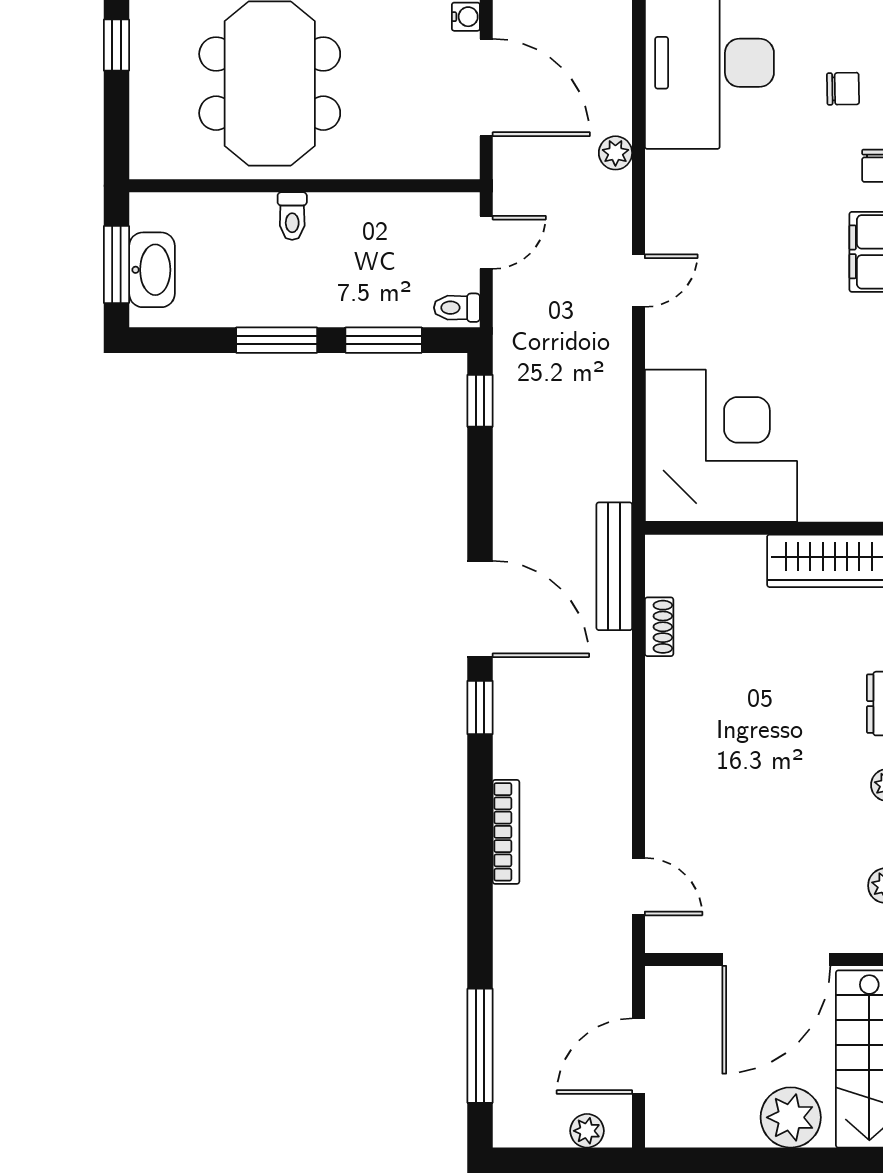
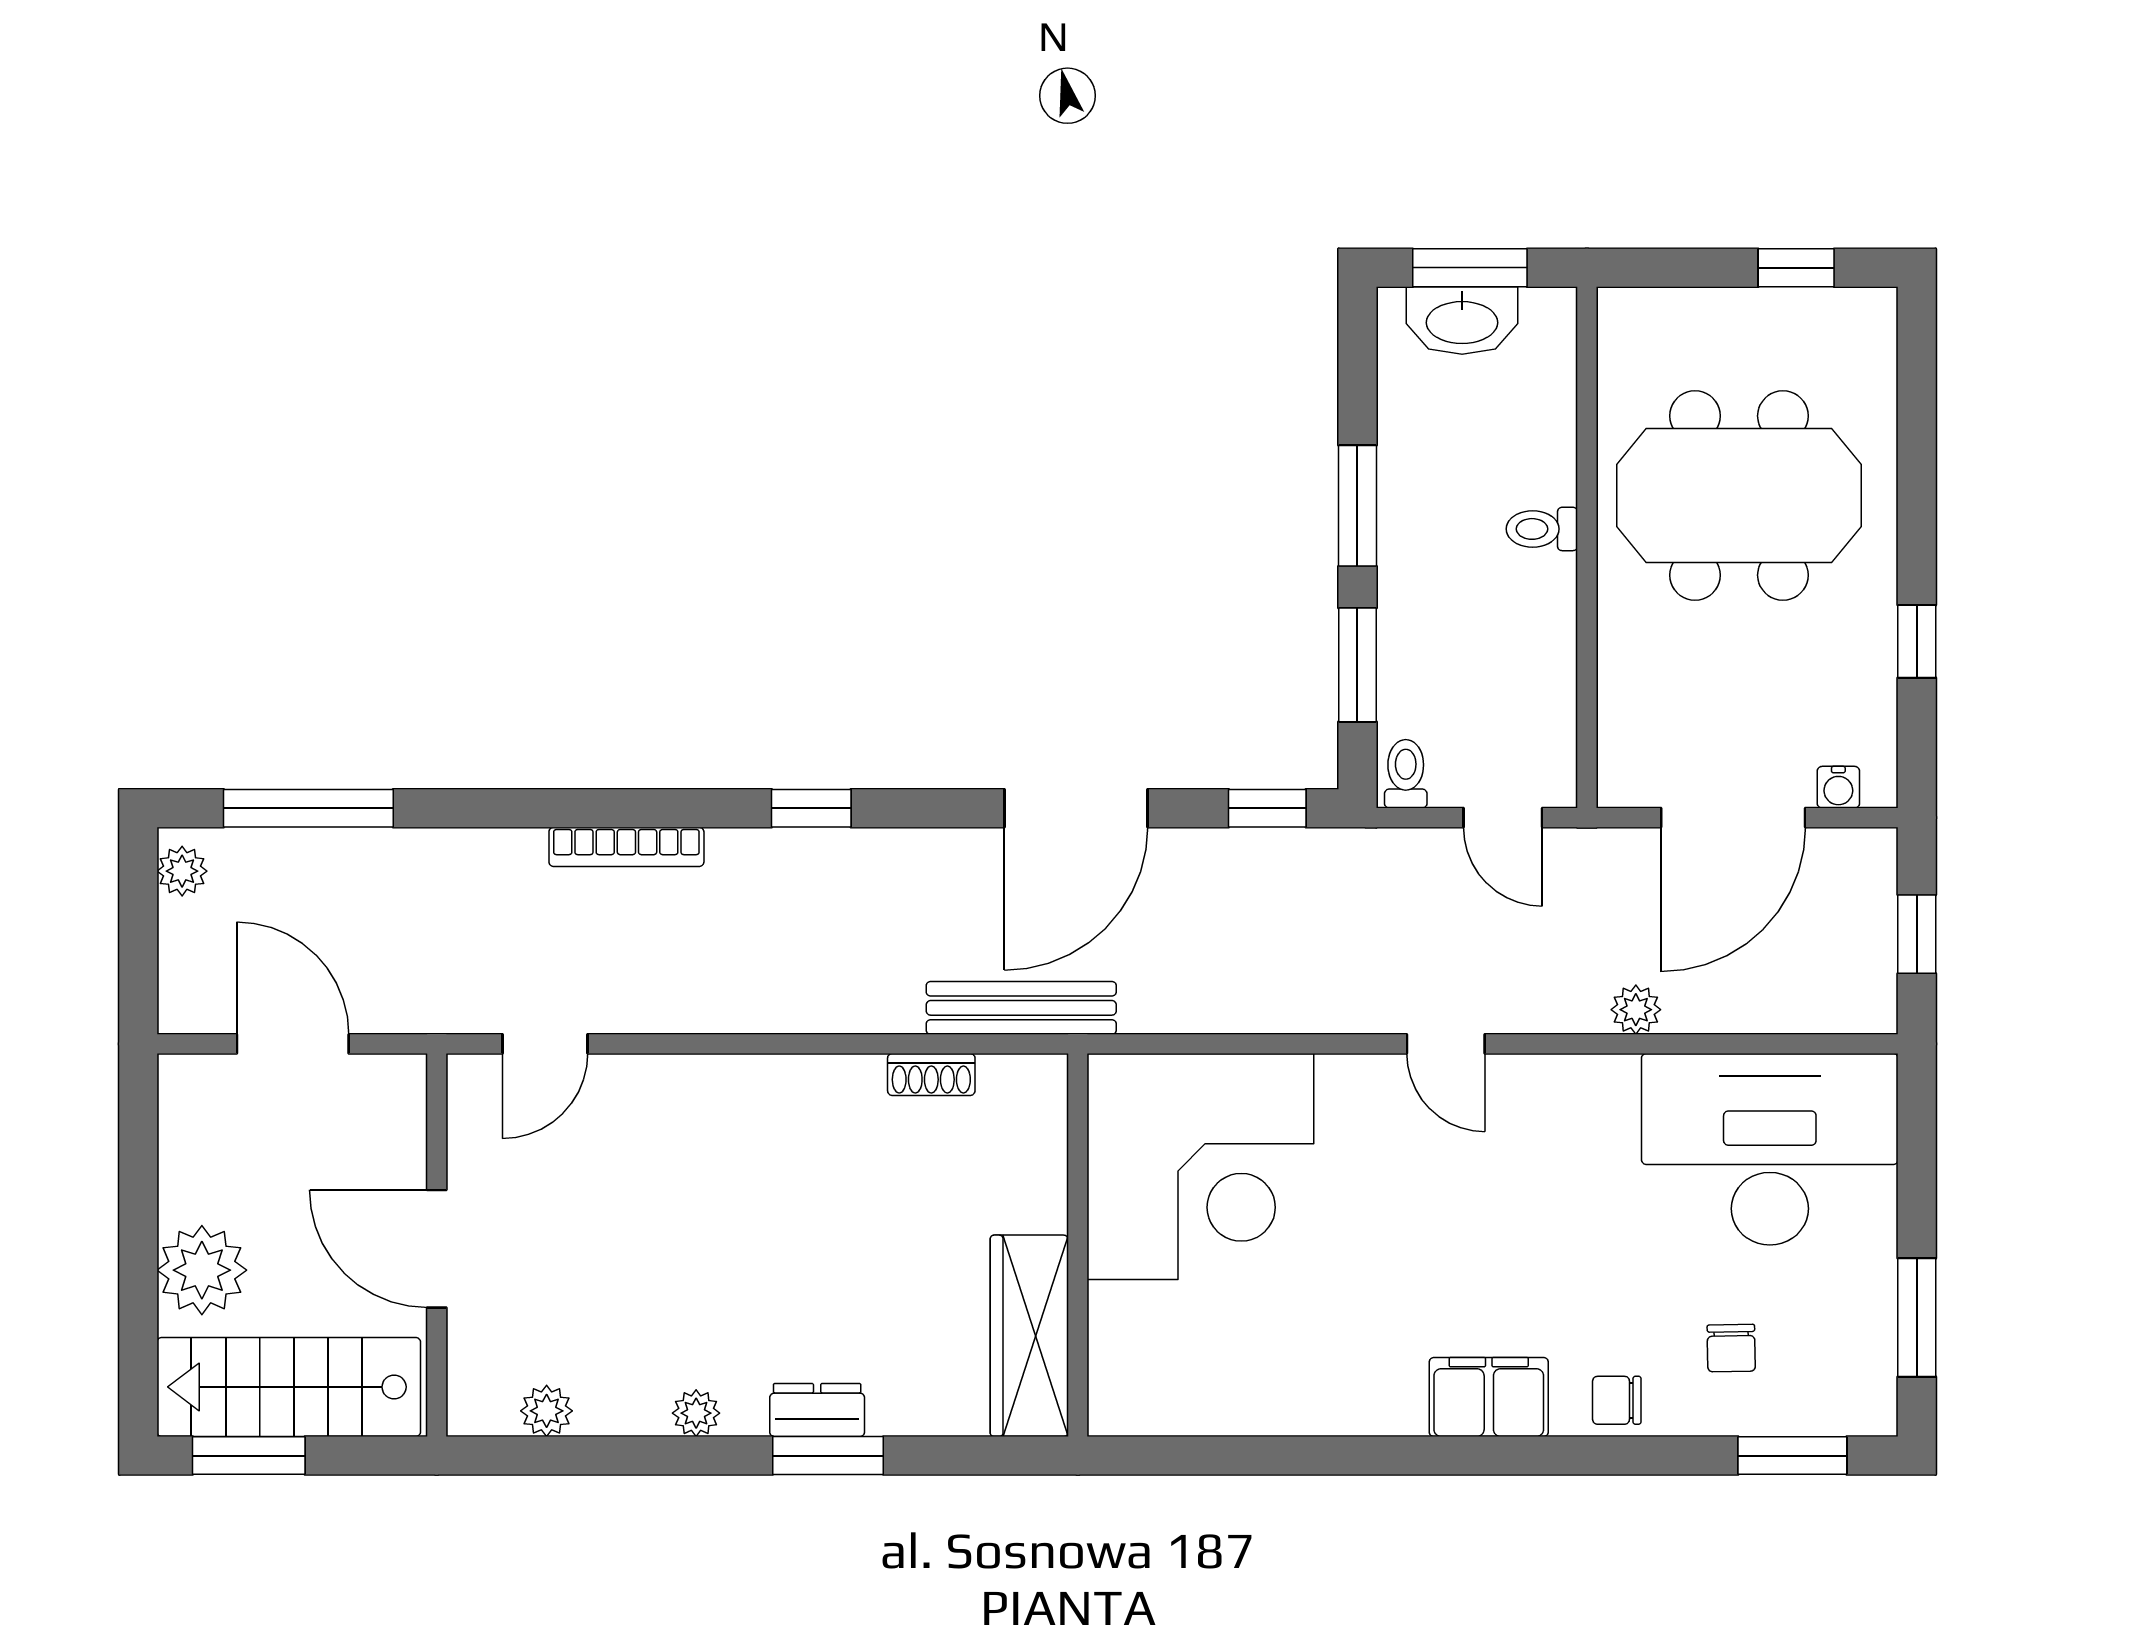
door: (480, 609) -> (1076, 808), moved
door: (776, 959) -> (437, 1249), width x0.73
plant: (587, 1131) -> (182, 871), moved

